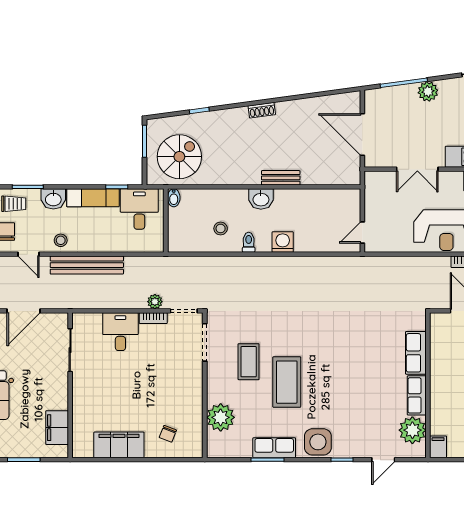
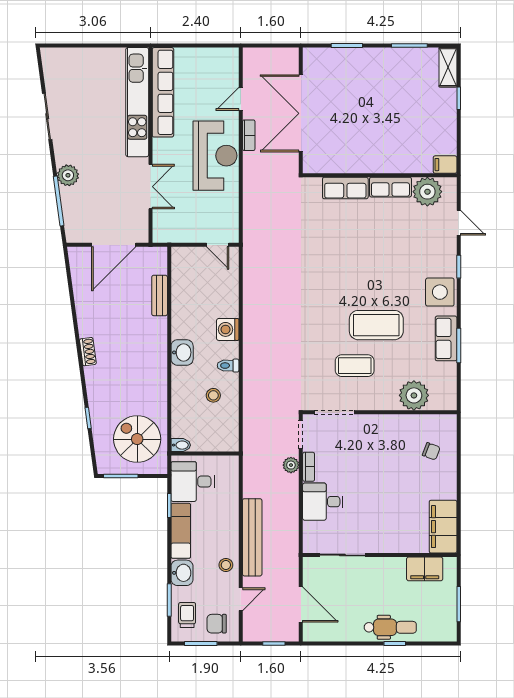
bench: (281, 178) -> (160, 295), moved
filing cabinet: (119, 445) -> (443, 527), moved

